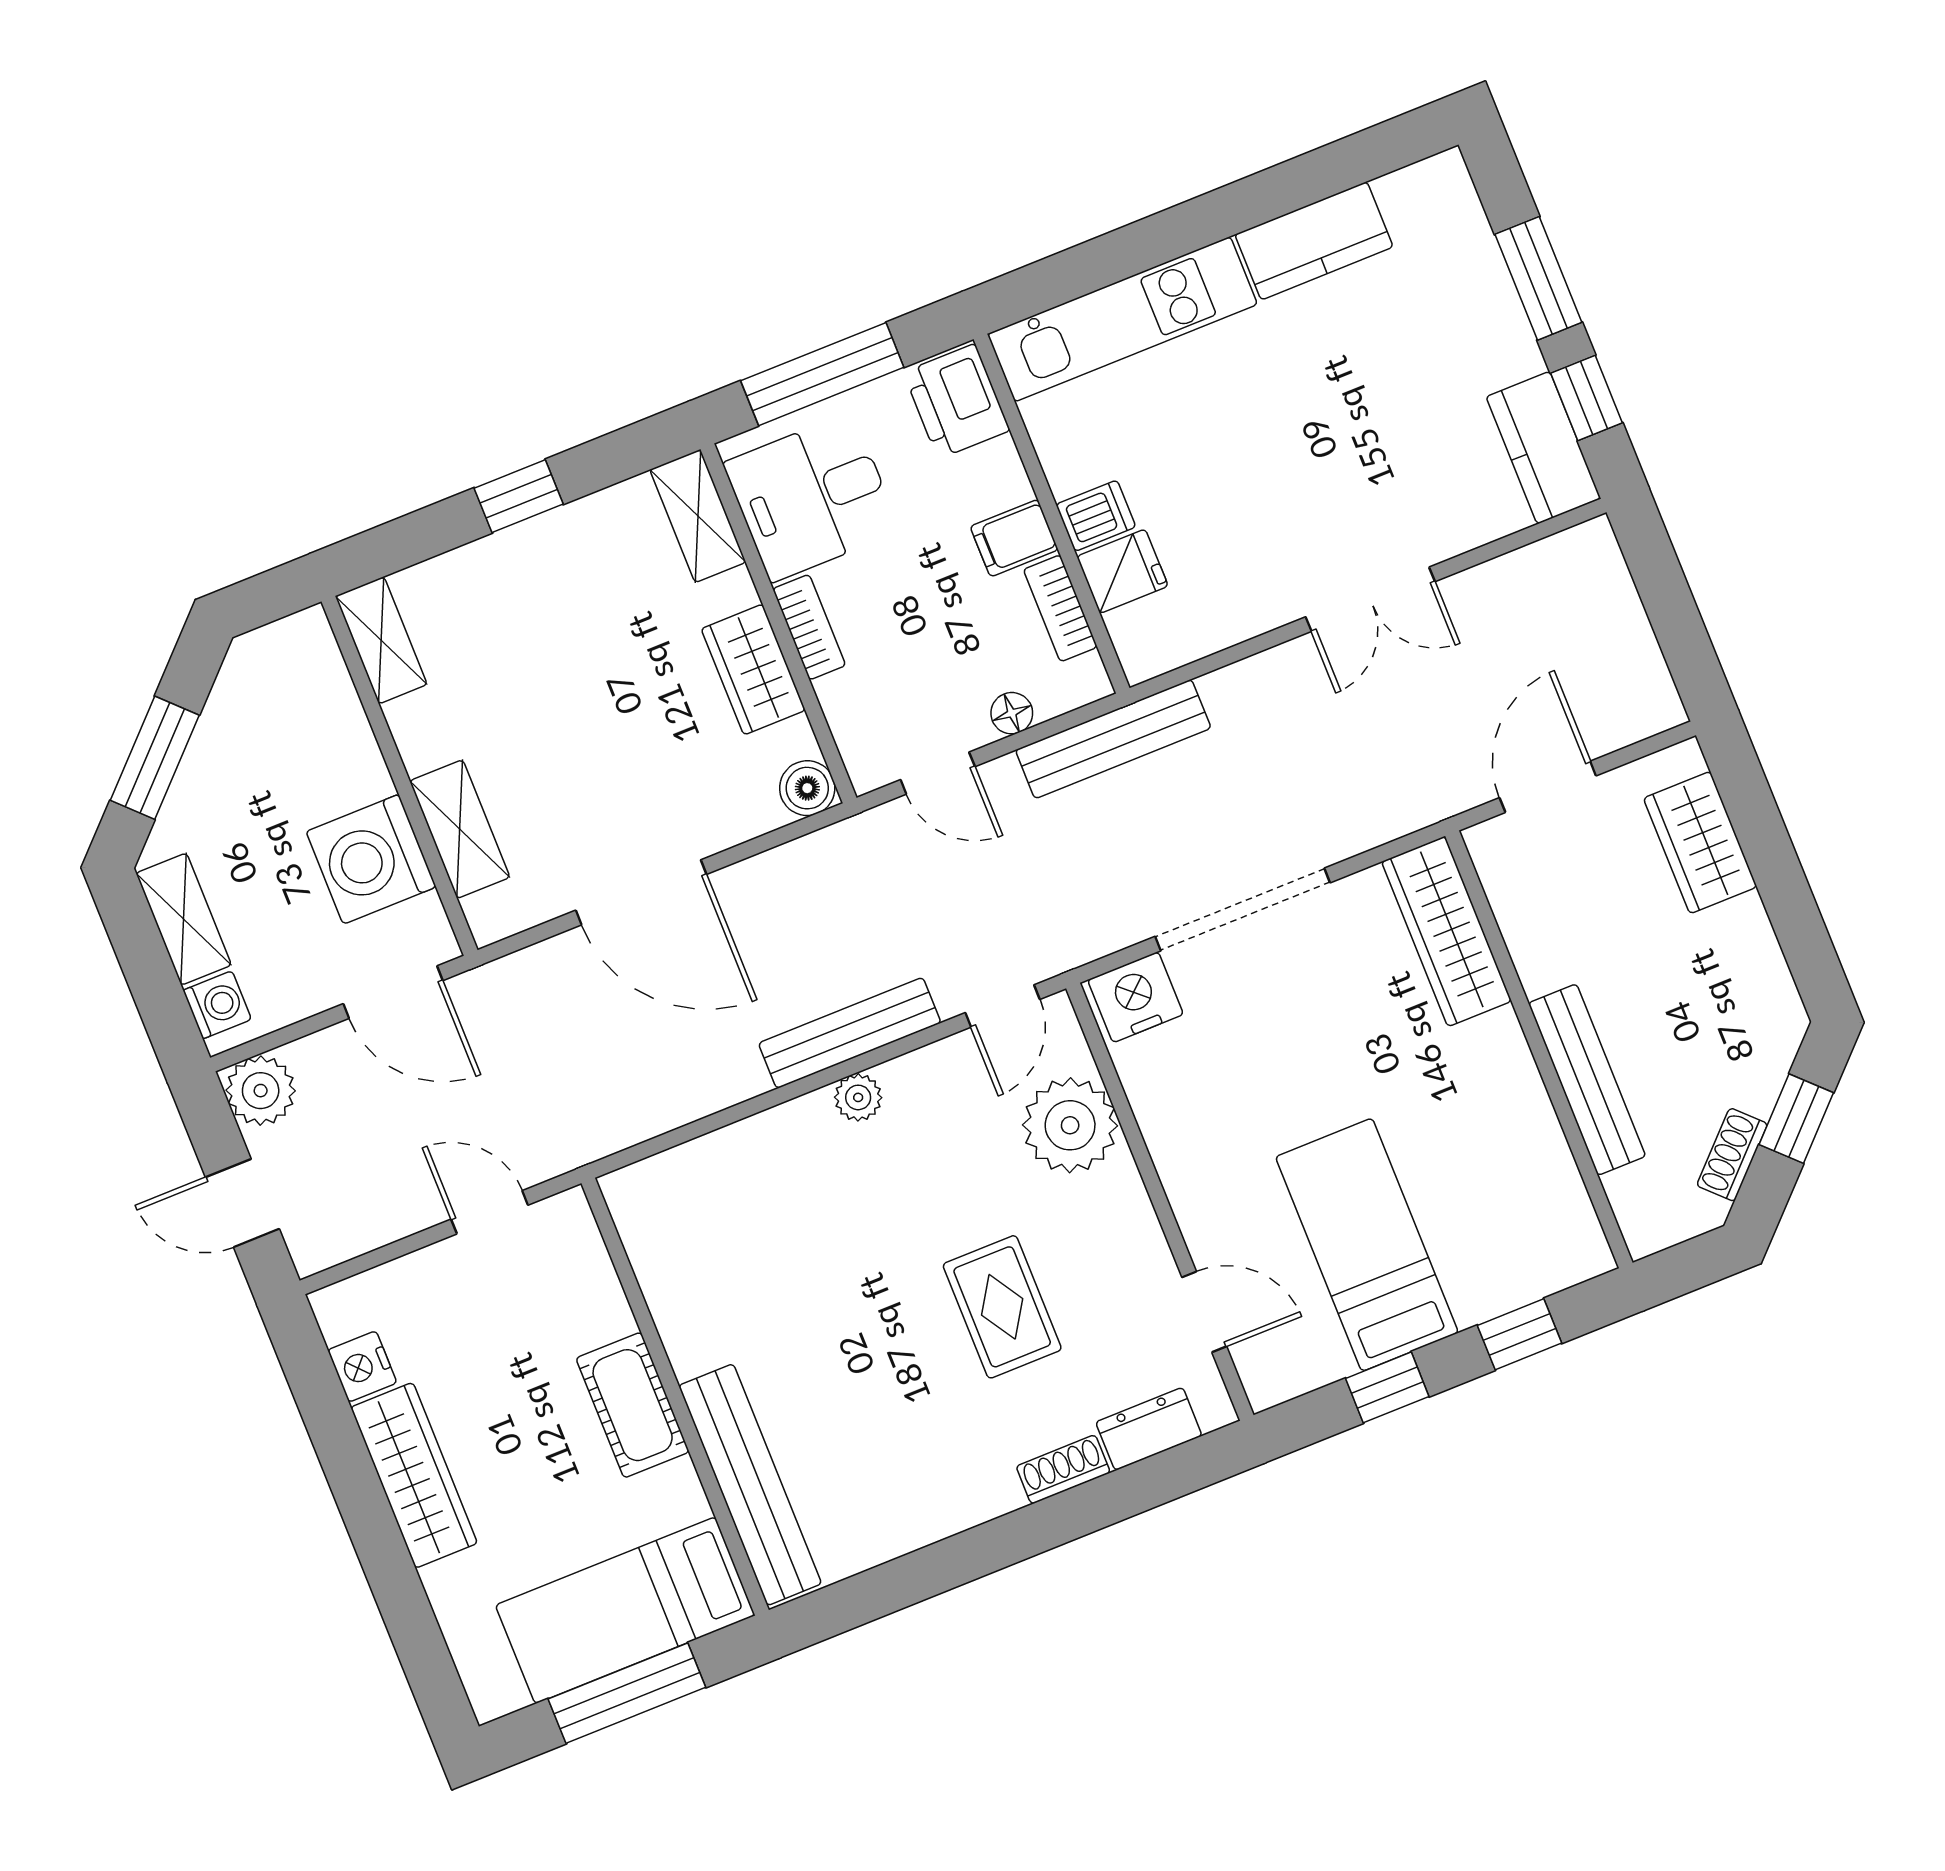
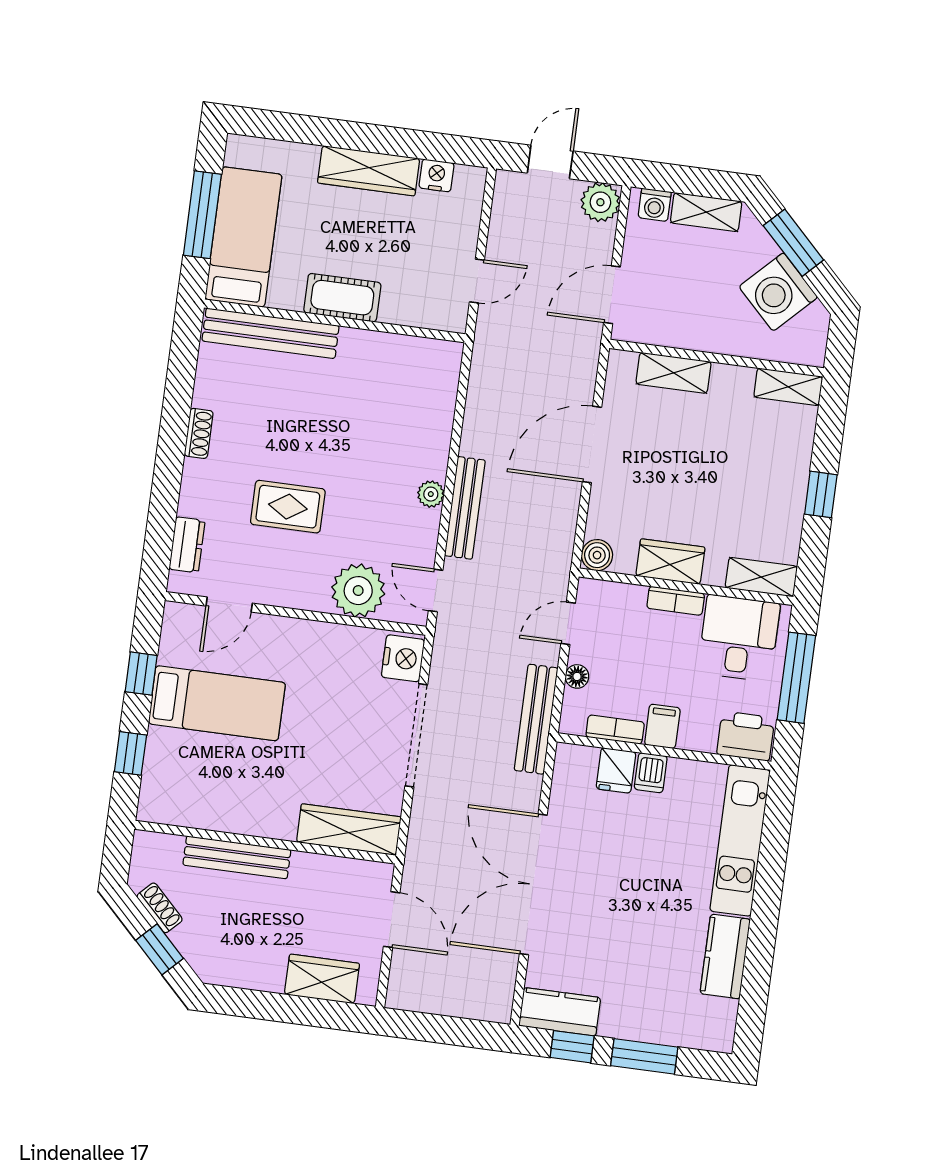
double door: (1370, 599) -> (533, 884), width x1.87
washing machine: (371, 859) -> (778, 292), moved, turned -135
shoe rack: (1063, 1469) -> (199, 433), moved

